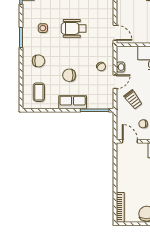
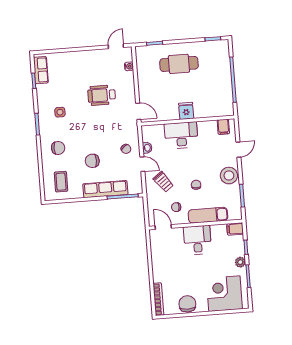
wheelchair: (74, 28) -> (102, 95), moved
door: (115, 82) -> (142, 164), hinge flipped
row of seats: (73, 102) -> (105, 189), width x1.48

